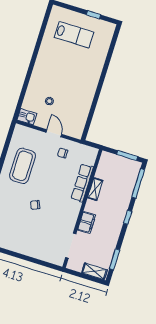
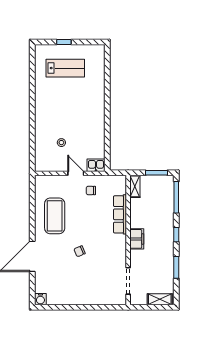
window: (93, 15) -> (64, 42), moved
kitchen sink: (27, 117) -> (96, 165), moved
shelving: (95, 189) -> (135, 186), moved
filing cabinet: (87, 222) -> (137, 239), moved
window: (115, 259) -> (176, 267), moved

